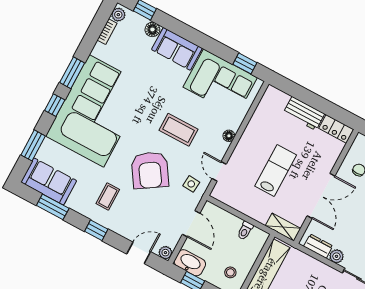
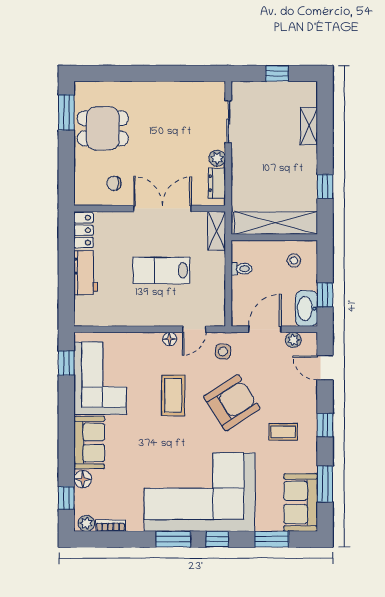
floor lamp: (229, 136) -> (170, 339), moved
plant: (165, 253) -> (293, 340), moved

